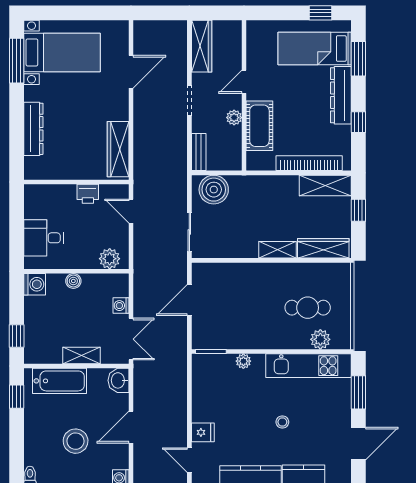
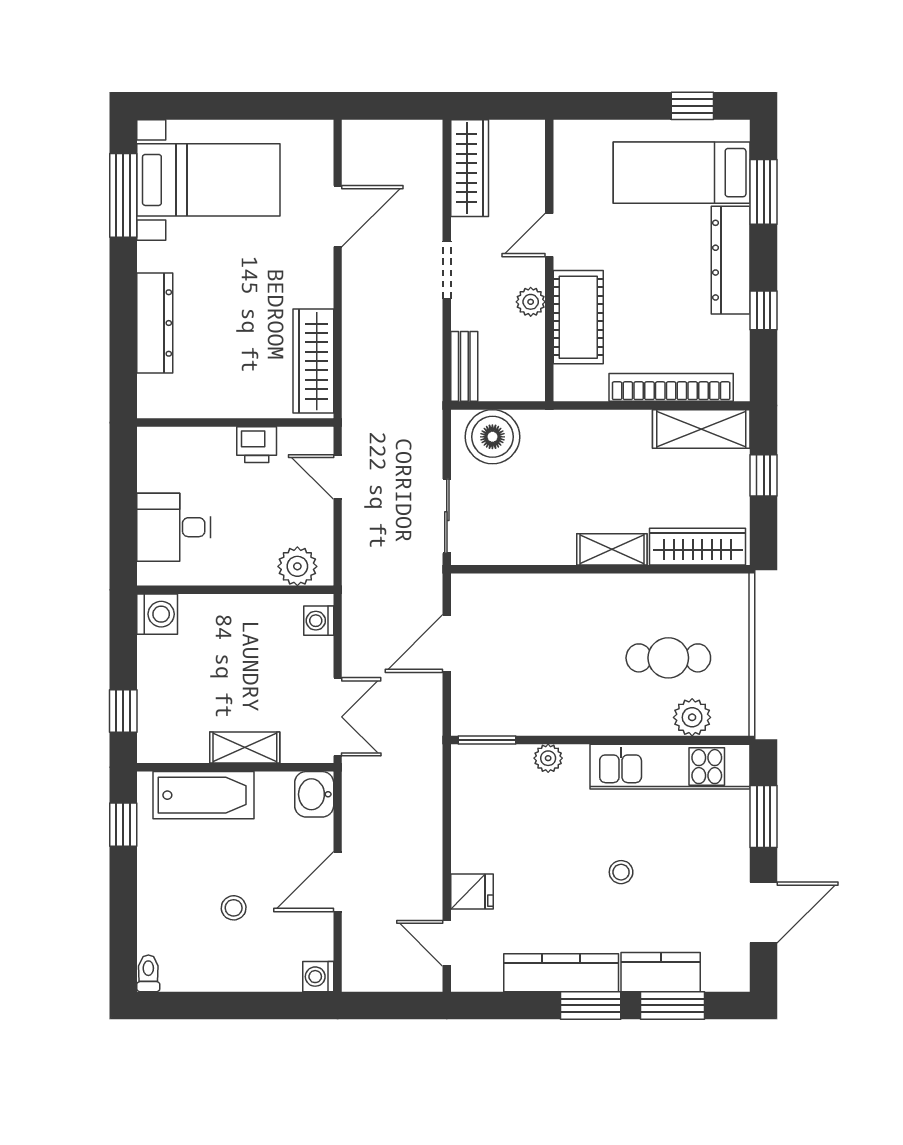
boiler: (73, 281) -> (230, 608), removed
washing machine: (121, 306) -> (319, 621), moved
stool: (76, 441) -> (234, 908), width x0.53, depth x0.53

